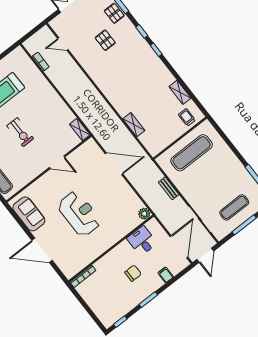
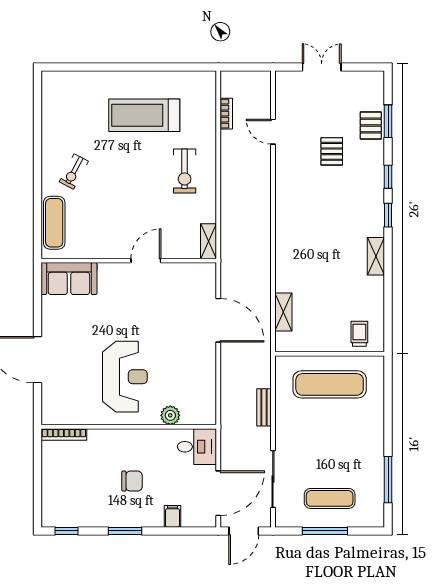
door: (63, 44) -> (273, 132), moved
shelving: (180, 92) -> (376, 256), moved
shelving: (134, 125) -> (283, 312), moved
exercise bike: (20, 132) -> (185, 171), moved
door: (57, 162) -> (146, 261), swing flipped
sofa: (29, 214) -> (69, 279), moved, turned 90
reception desk: (79, 214) -> (125, 377), moved
plant: (144, 214) -> (170, 415), moved
desk: (142, 241) -> (197, 447), moved, turned 90

